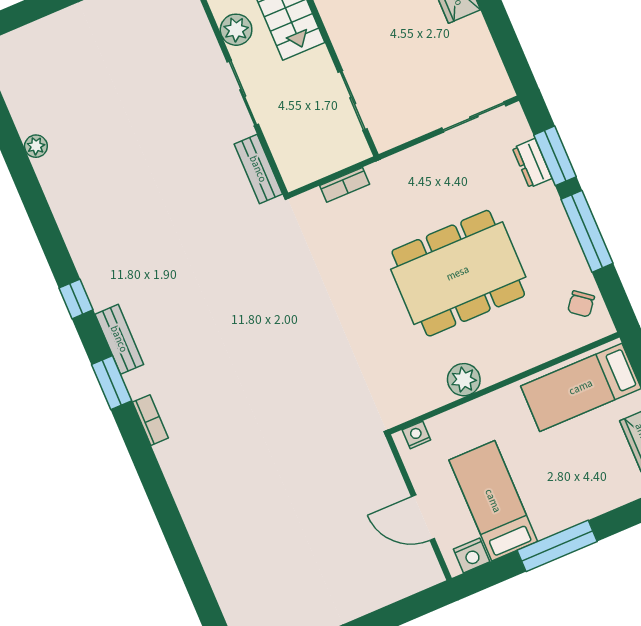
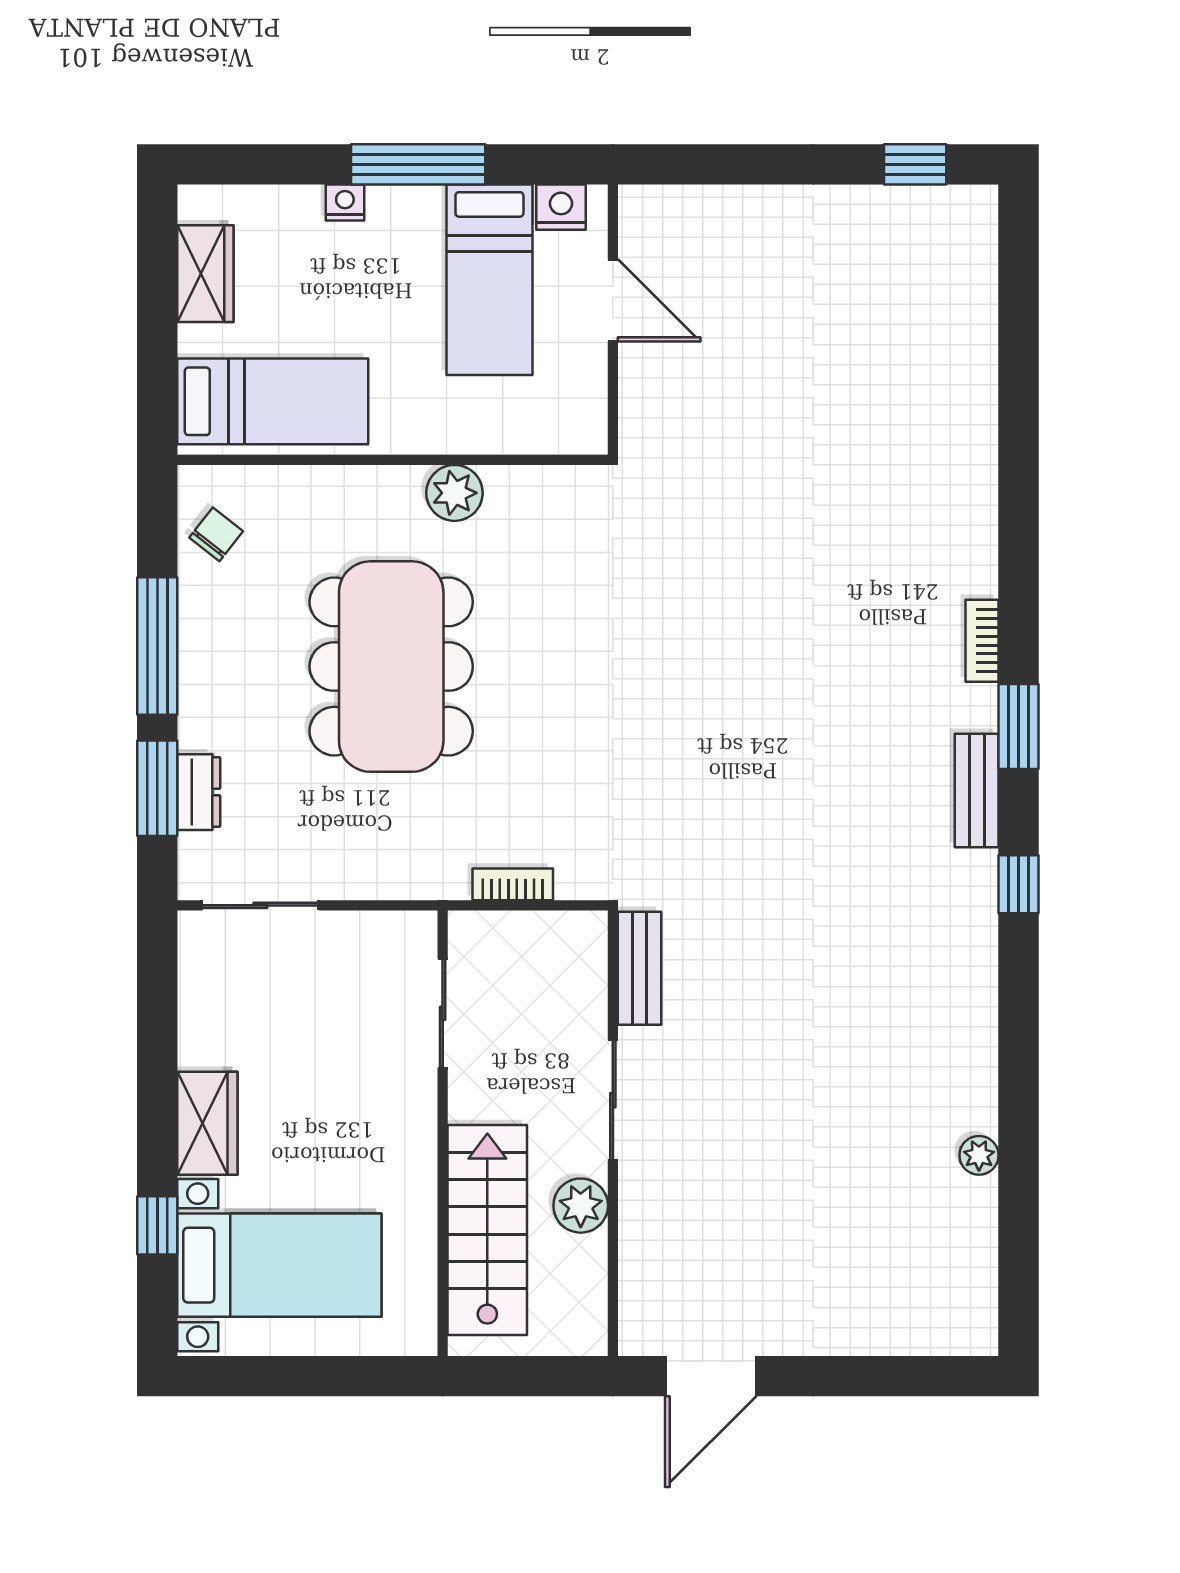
dining table: (458, 273) -> (391, 667), turned 90
nightstand: (416, 435) -> (345, 202), moved, turned 180

